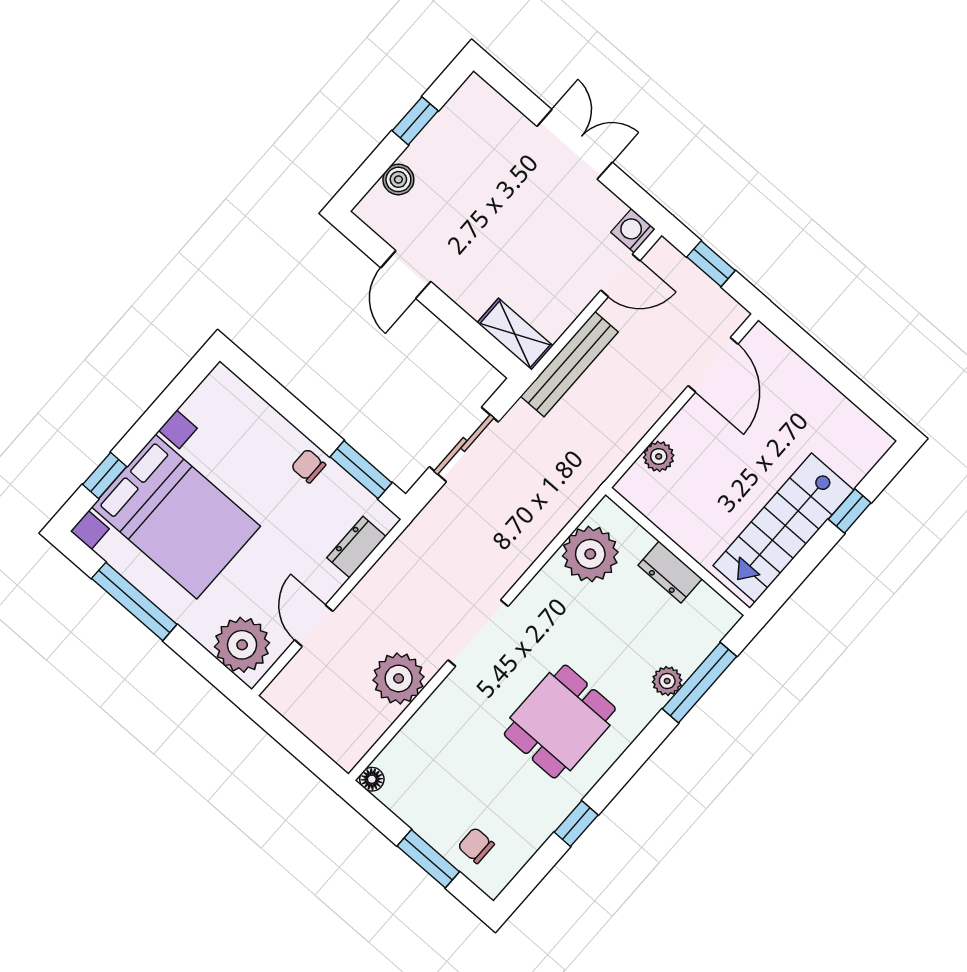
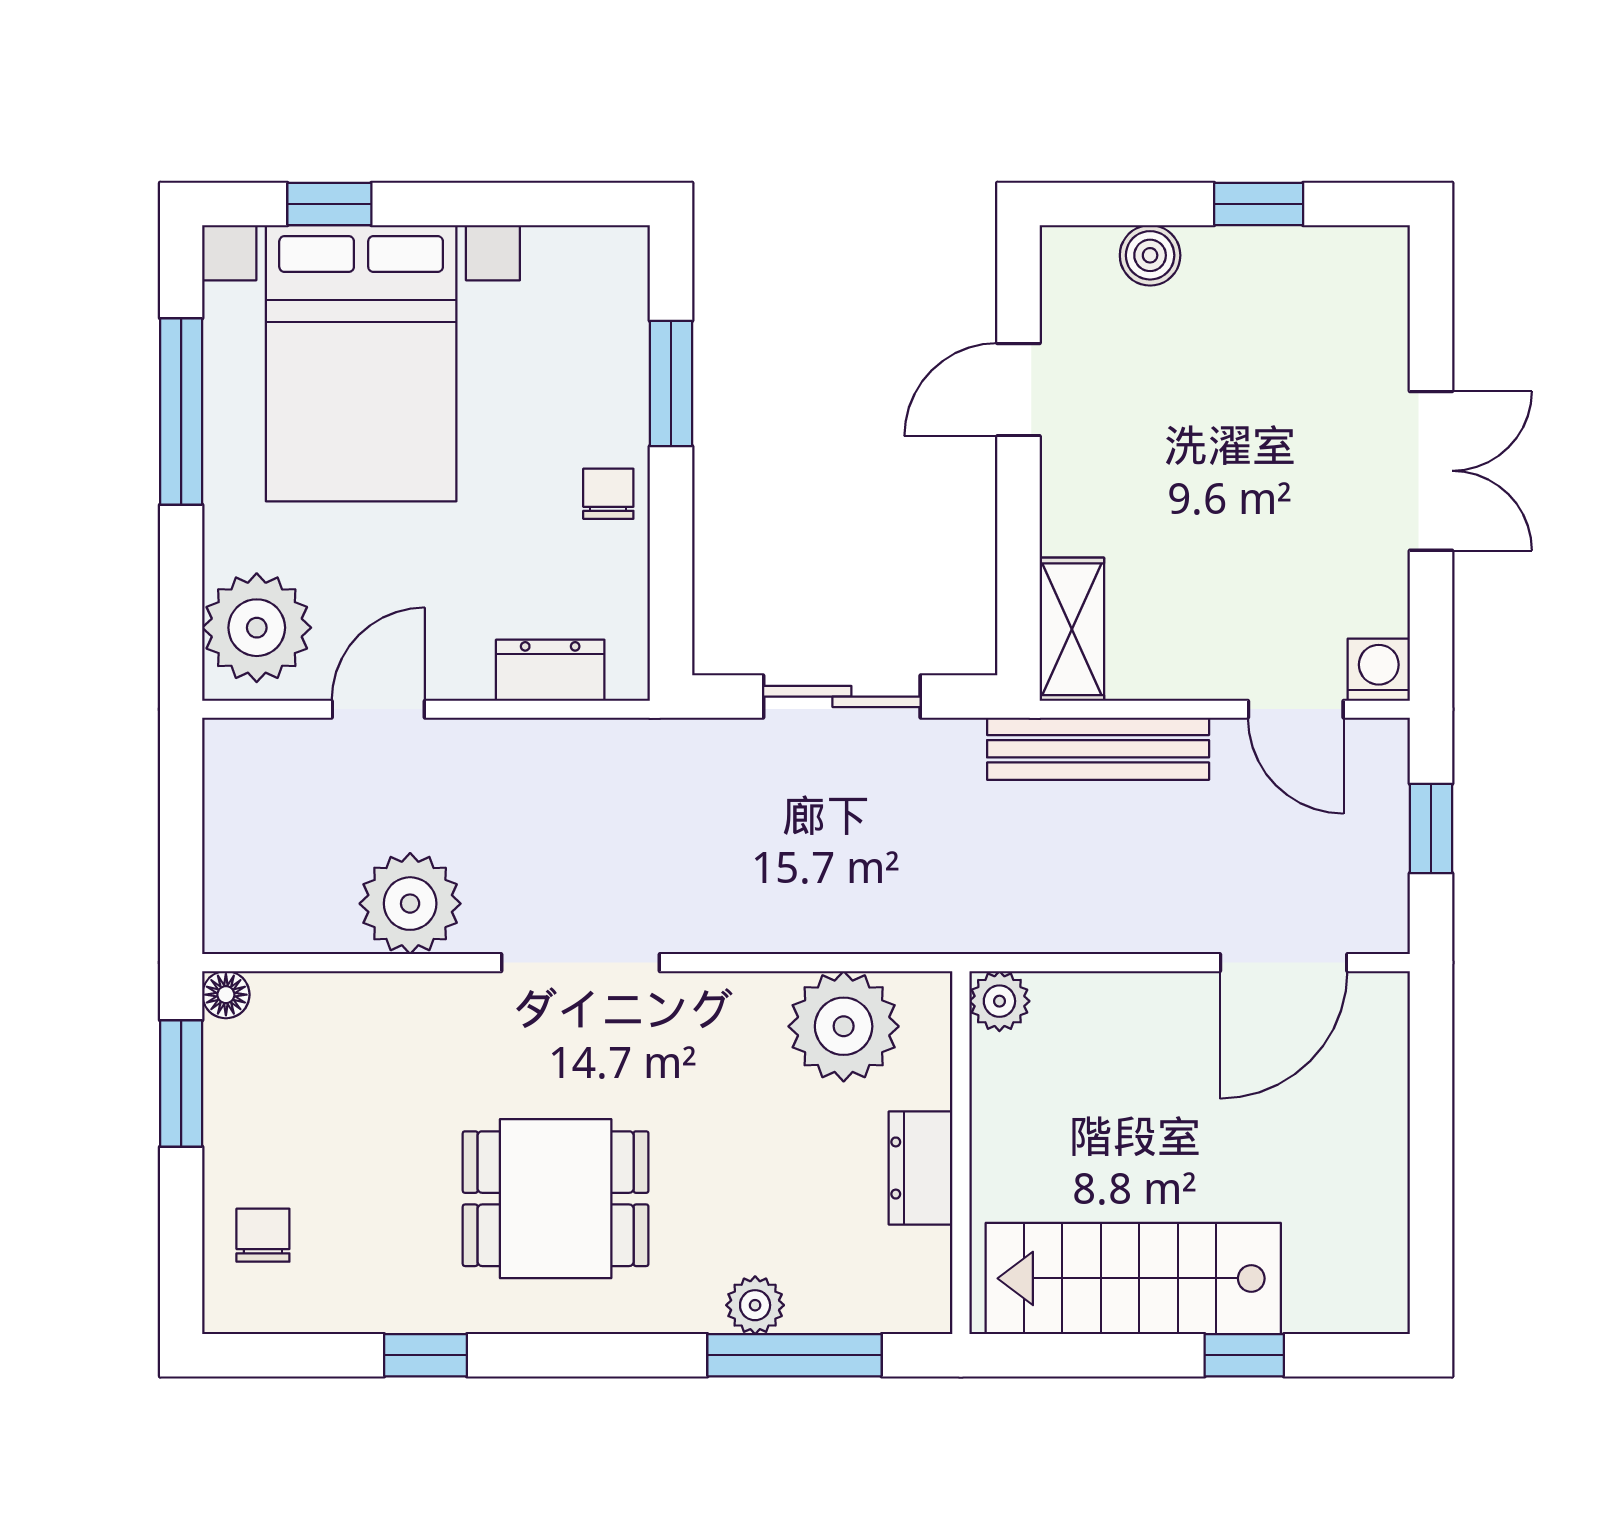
plant: (659, 456) -> (999, 1001), moved
window: (361, 470) -> (671, 383), moved
window: (428, 859) -> (181, 1083), moved

